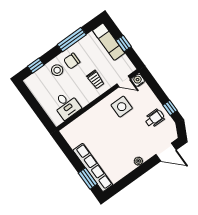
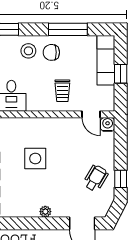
side table: (122, 107) -> (35, 159), moved
wheelchair: (154, 118) -> (96, 178), turned -59

